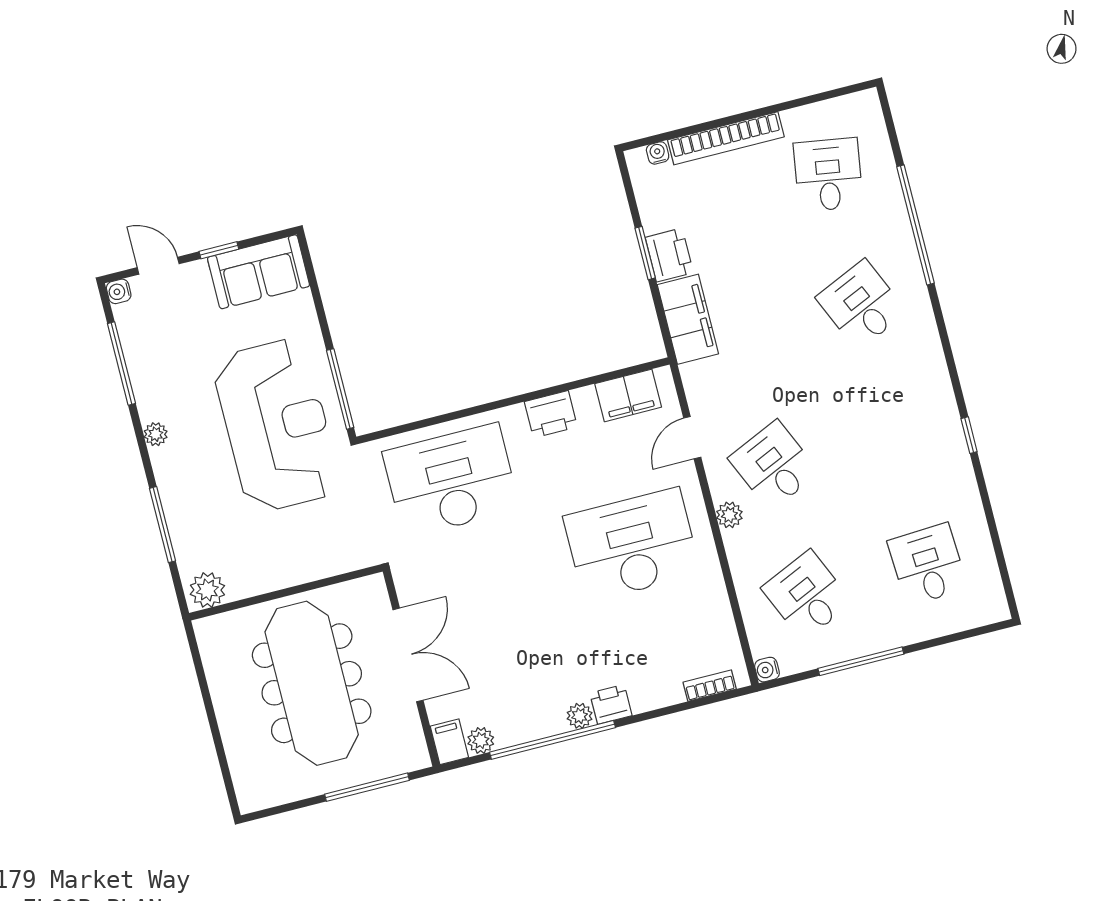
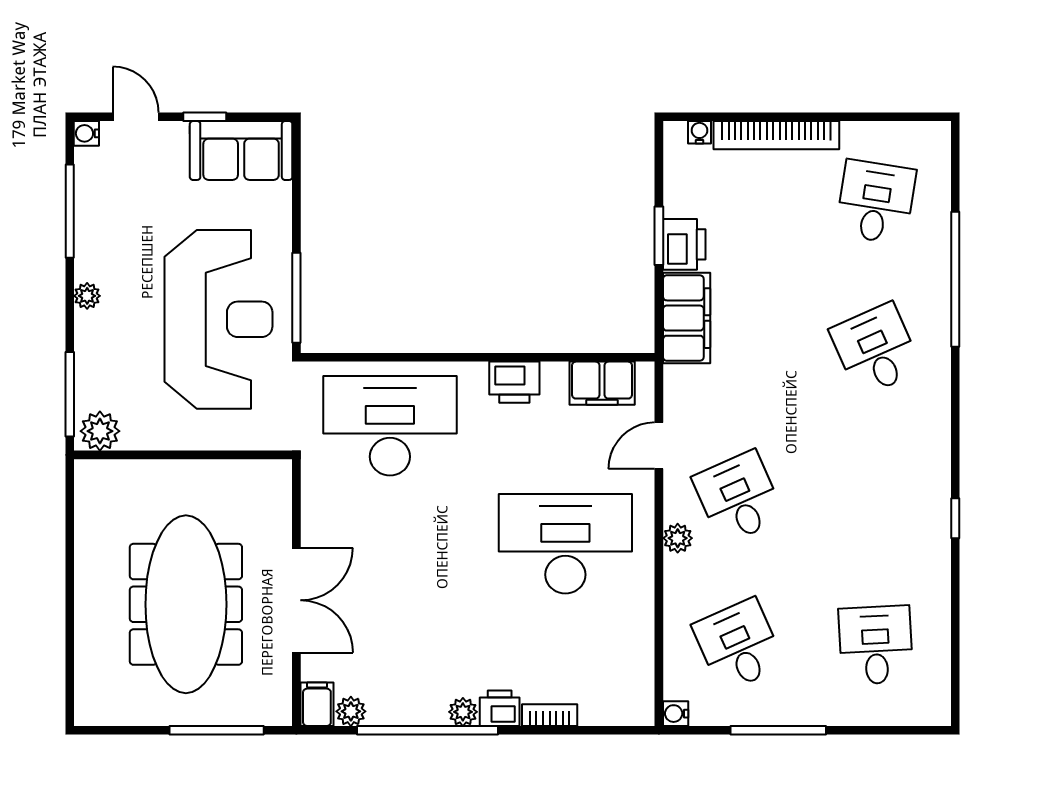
plant: (207, 590) -> (100, 431), moved
wall: (286, 592) -> (183, 455), moved
bookcase: (710, 686) -> (550, 715), moved

